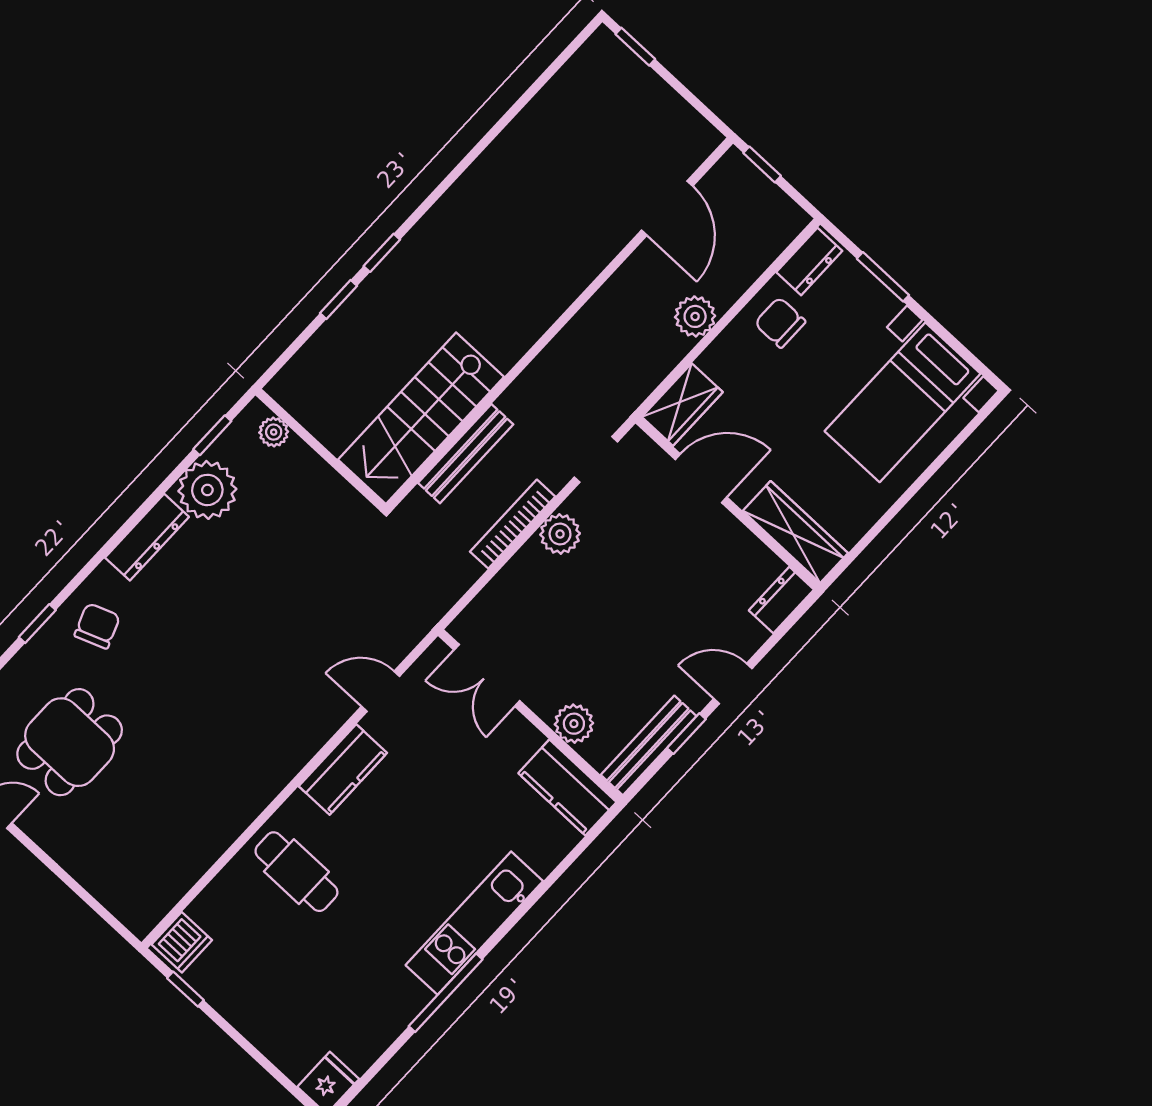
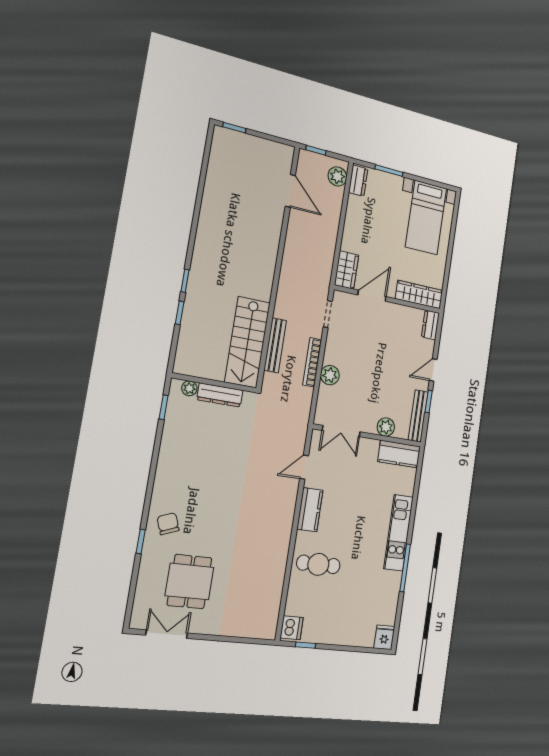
plant: (695, 316) -> (337, 176), moved
chair: (780, 323) -> (363, 213), removed
plant: (207, 490) -> (177, 432), removed
plant: (560, 534) -> (330, 375), moved
dresser: (147, 537) -> (220, 395), moved, turned 90

